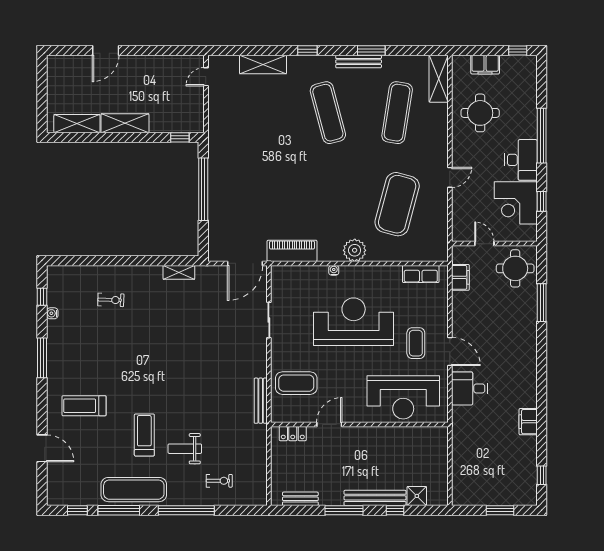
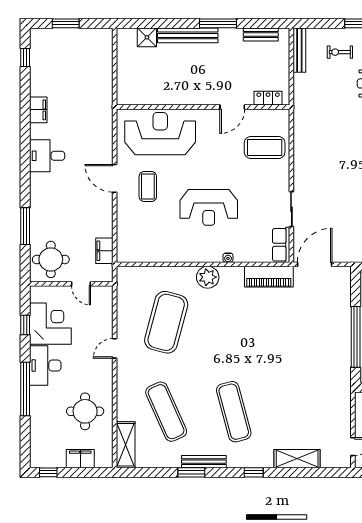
exercise mat: (397, 113) -> (166, 412), turned -33
row of seats: (421, 274) -> (281, 245), moved, turned -90
reception desk: (354, 322) -> (209, 207), width x0.74, depth x0.77
desk: (470, 388) -> (47, 156), moved, turned 180
bench: (261, 401) -> (299, 50), moved
window: (395, 510) -> (168, 23), removed

